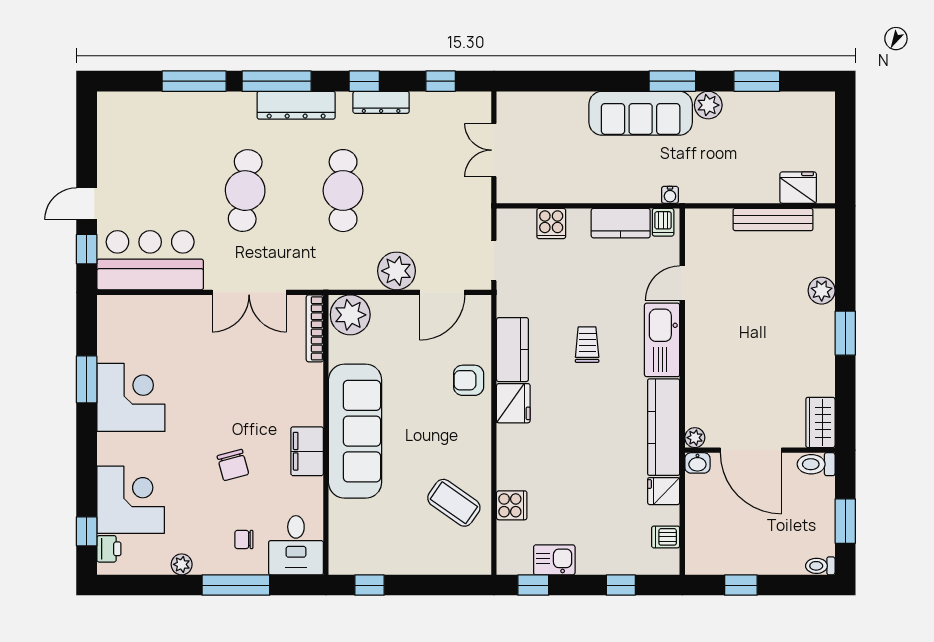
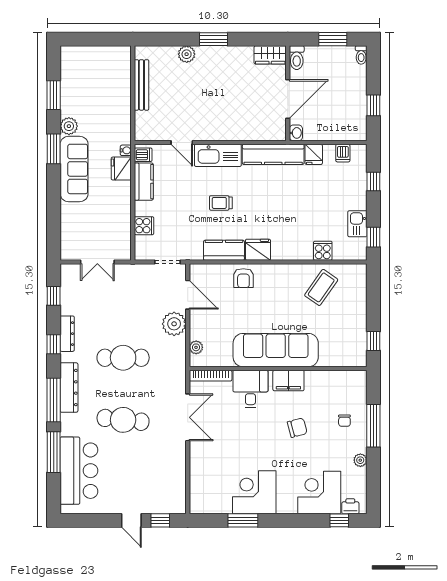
fridge: (798, 188) -> (121, 169), moved
bar counter: (150, 260) -> (79, 471), moved, turned 180
plant: (350, 315) -> (196, 347), width x0.53, depth x0.53
plant: (695, 438) -> (280, 135), removed
desk: (296, 545) -> (250, 389), moved, turned -90

